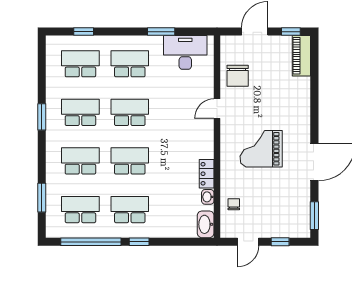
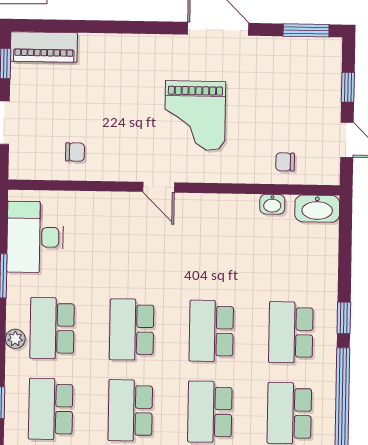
plant: (123, 41) -> (15, 339), added
chair: (238, 76) -> (75, 152), width x0.54, depth x0.54
door: (217, 109) -> (159, 187), moved
locker: (207, 174) -> (234, 205), removed

